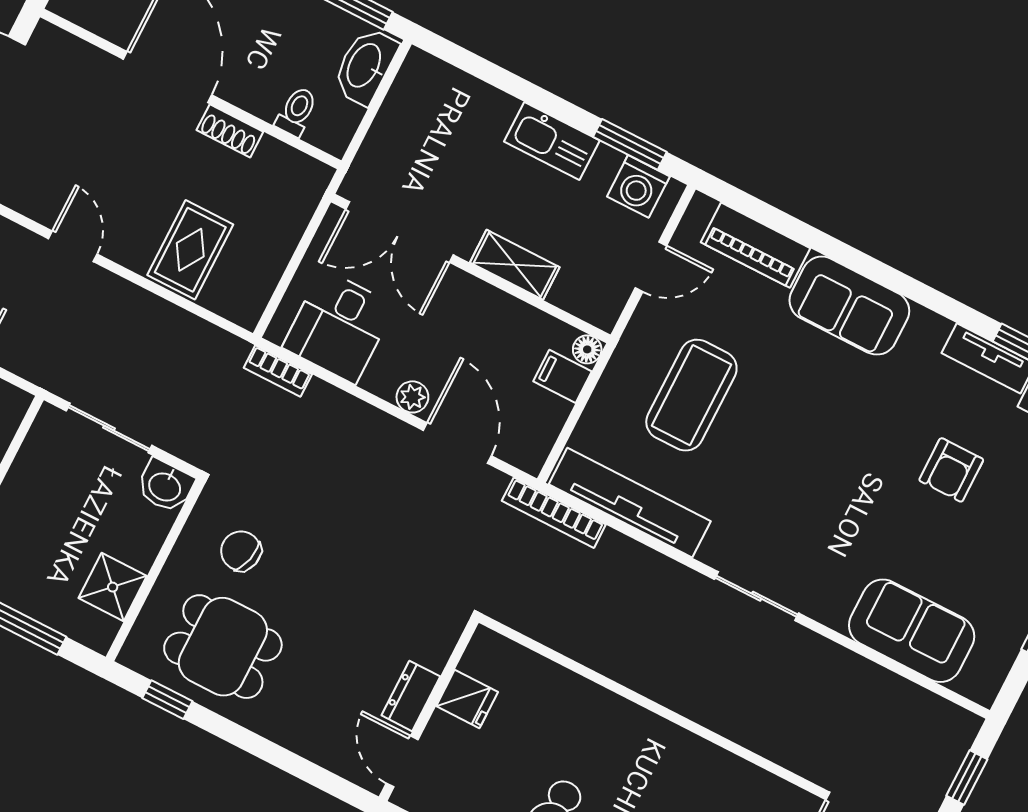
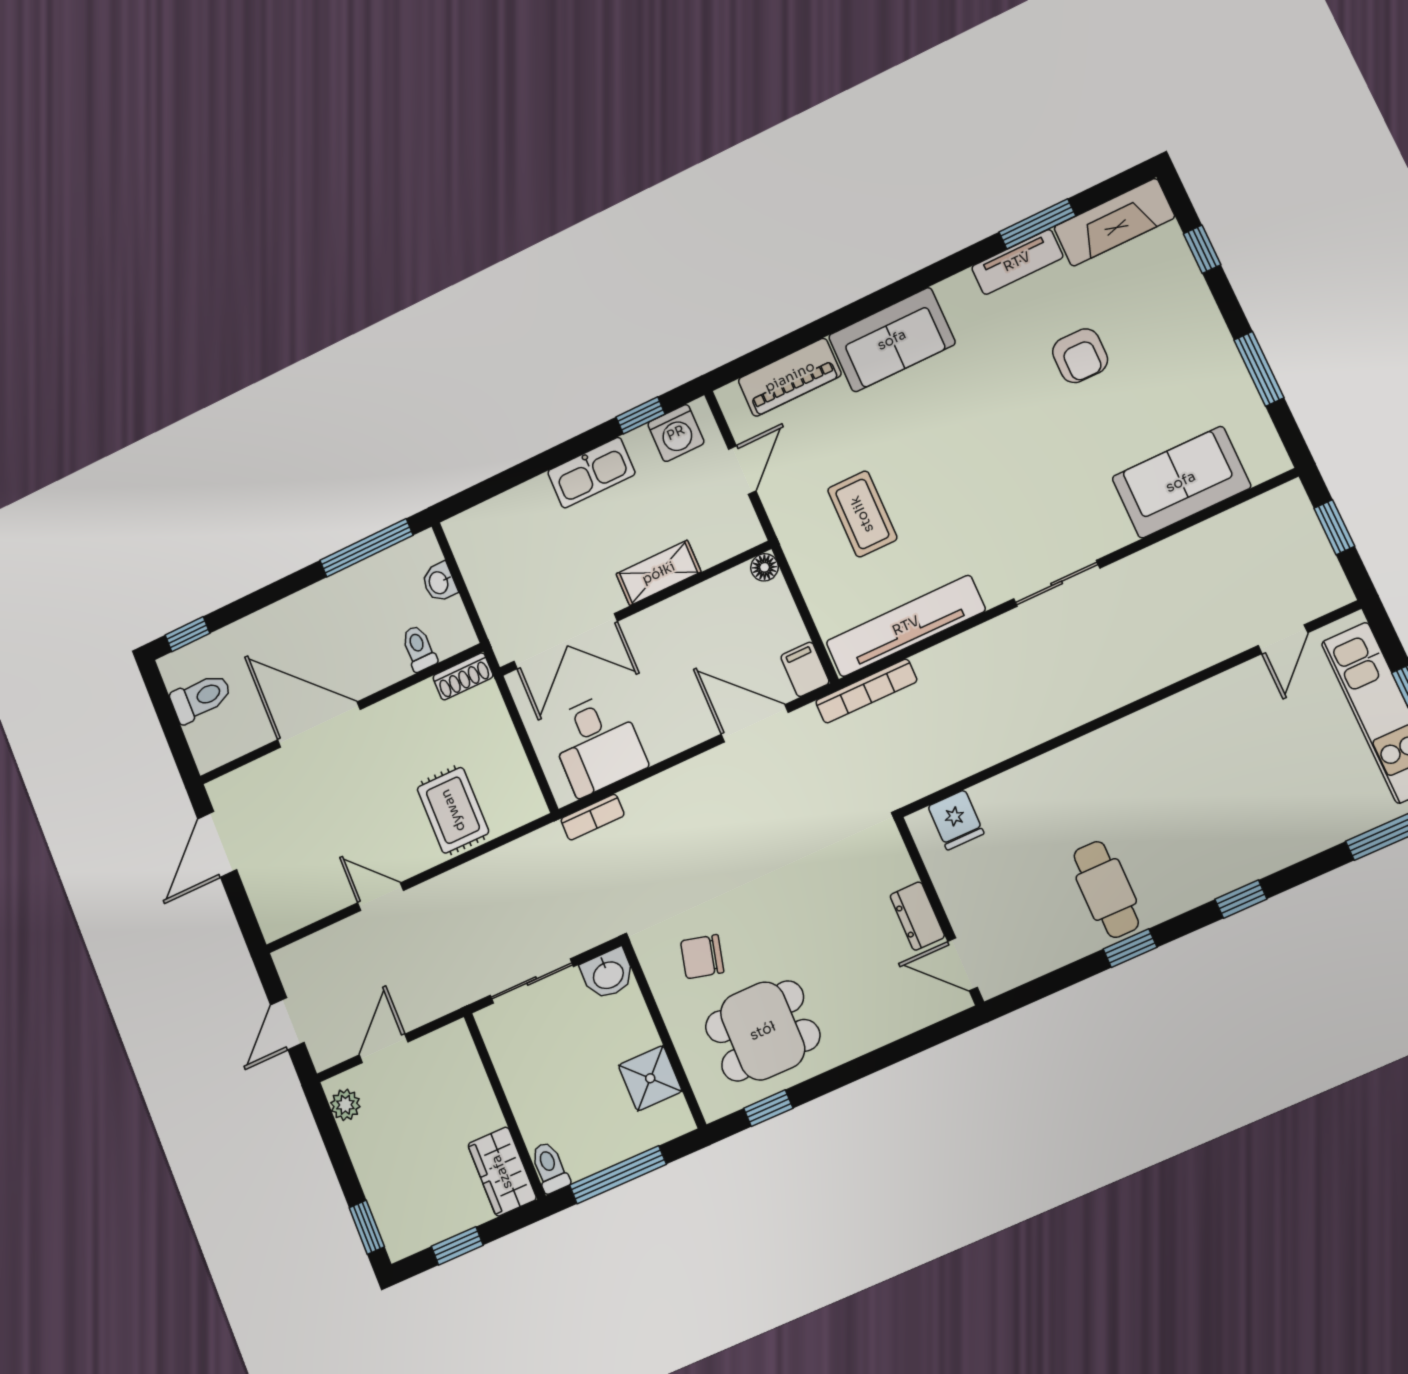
washbasin: (365, 66) -> (439, 582), width x0.52, depth x0.69
shoe rack: (230, 131) -> (463, 676), moved
window: (630, 144) -> (640, 415), width x0.67
filing cabinet: (562, 376) -> (805, 669), moved, turned 90
coffee table: (691, 395) -> (862, 514), width x0.73, depth x0.76
plant: (412, 397) -> (693, 730), removed
fridge: (467, 699) -> (956, 820), moved, turned 90

